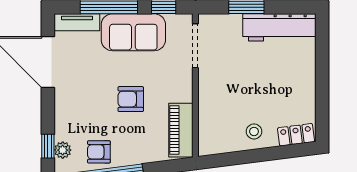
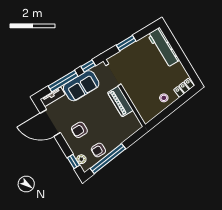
workbench: (279, 27) -> (164, 47), moved, turned 90
armchair: (131, 99) -> (79, 130), moved
piano: (181, 130) -> (120, 101), moved

